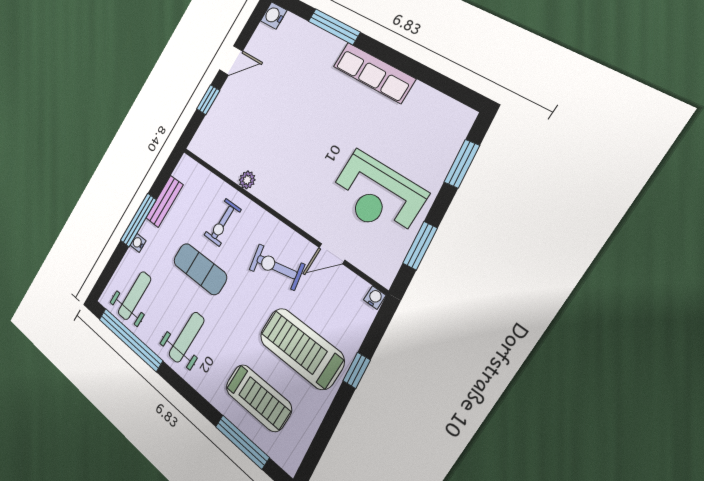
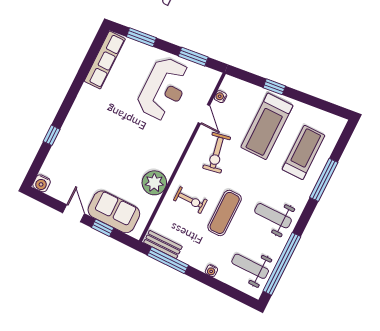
window: (334, 27) -> (52, 135), width x0.46
row of seats: (374, 73) -> (105, 60), moved
sofa: (224, 115) -> (114, 212), added
plant: (247, 180) -> (154, 183), width x1.88, depth x1.88
bench: (164, 201) -> (163, 245), moved
window: (138, 220) -> (168, 260), moved
water cooler: (375, 298) -> (220, 97), moved
window: (242, 442) -> (324, 180), moved

